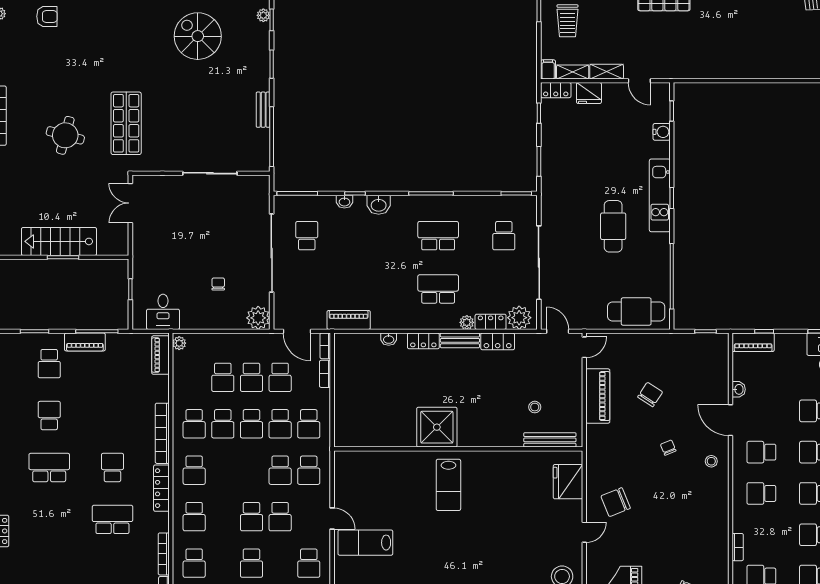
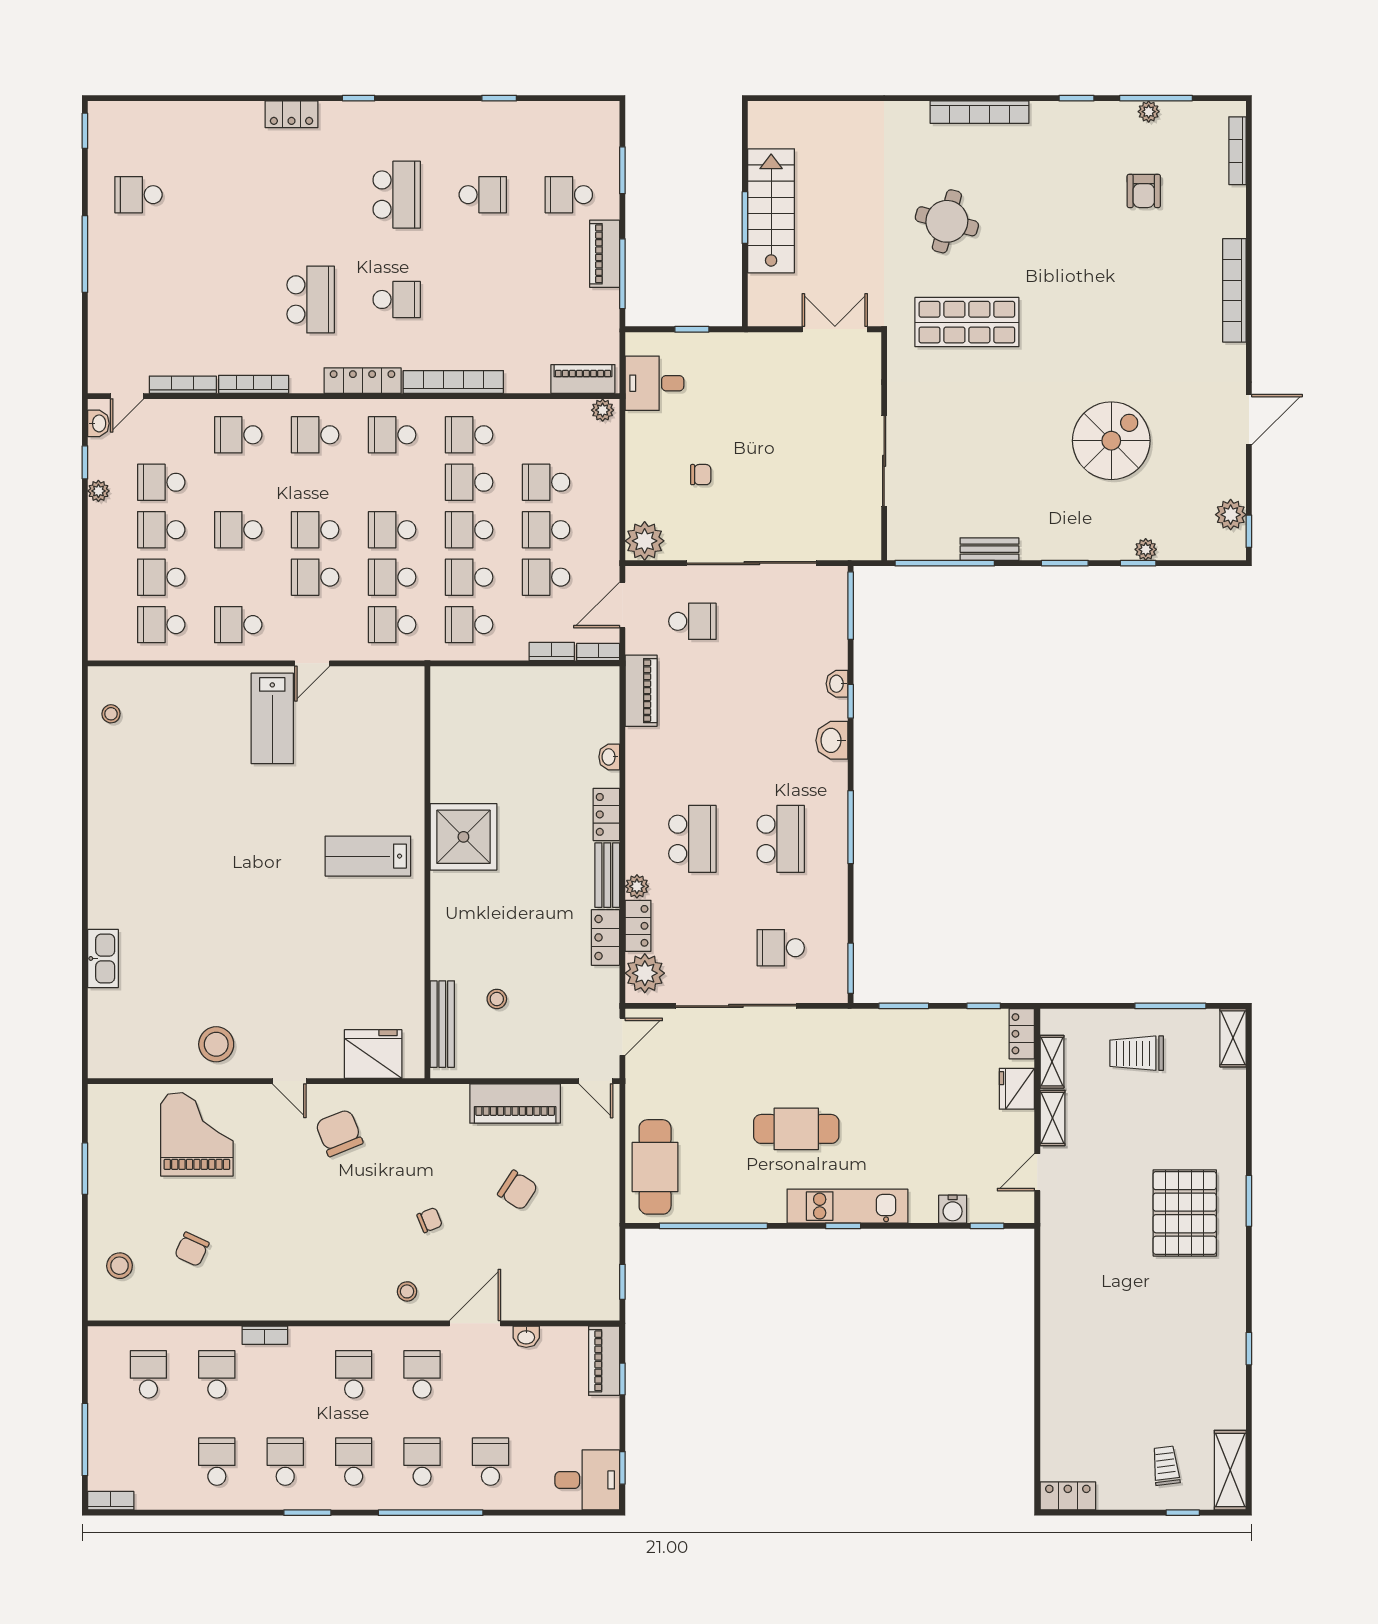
filing cabinet: (548, 69) -> (1056, 1021), removed
school desk: (307, 236) -> (692, 621), moved
school desk: (251, 470) -> (392, 530), added
lab bench: (365, 543) -> (272, 718), turned 180

